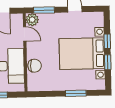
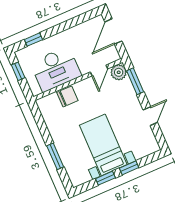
bed with nightstands: (82, 54) -> (103, 145), width x0.73
chair: (35, 66) -> (67, 96), turned -90

